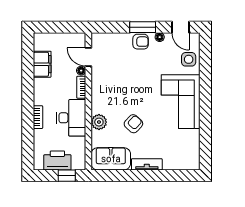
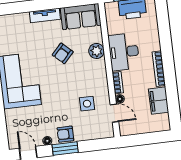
side table: (189, 59) -> (87, 104), moved
bookcase: (38, 117) -> (159, 69), moved, width x1.56

